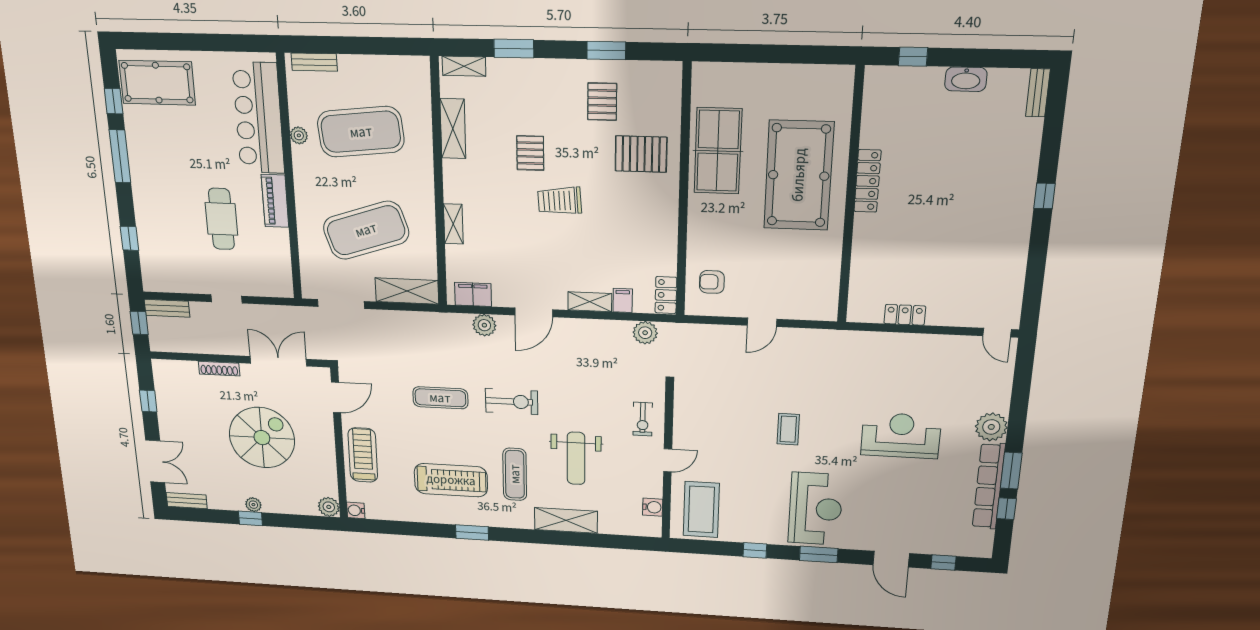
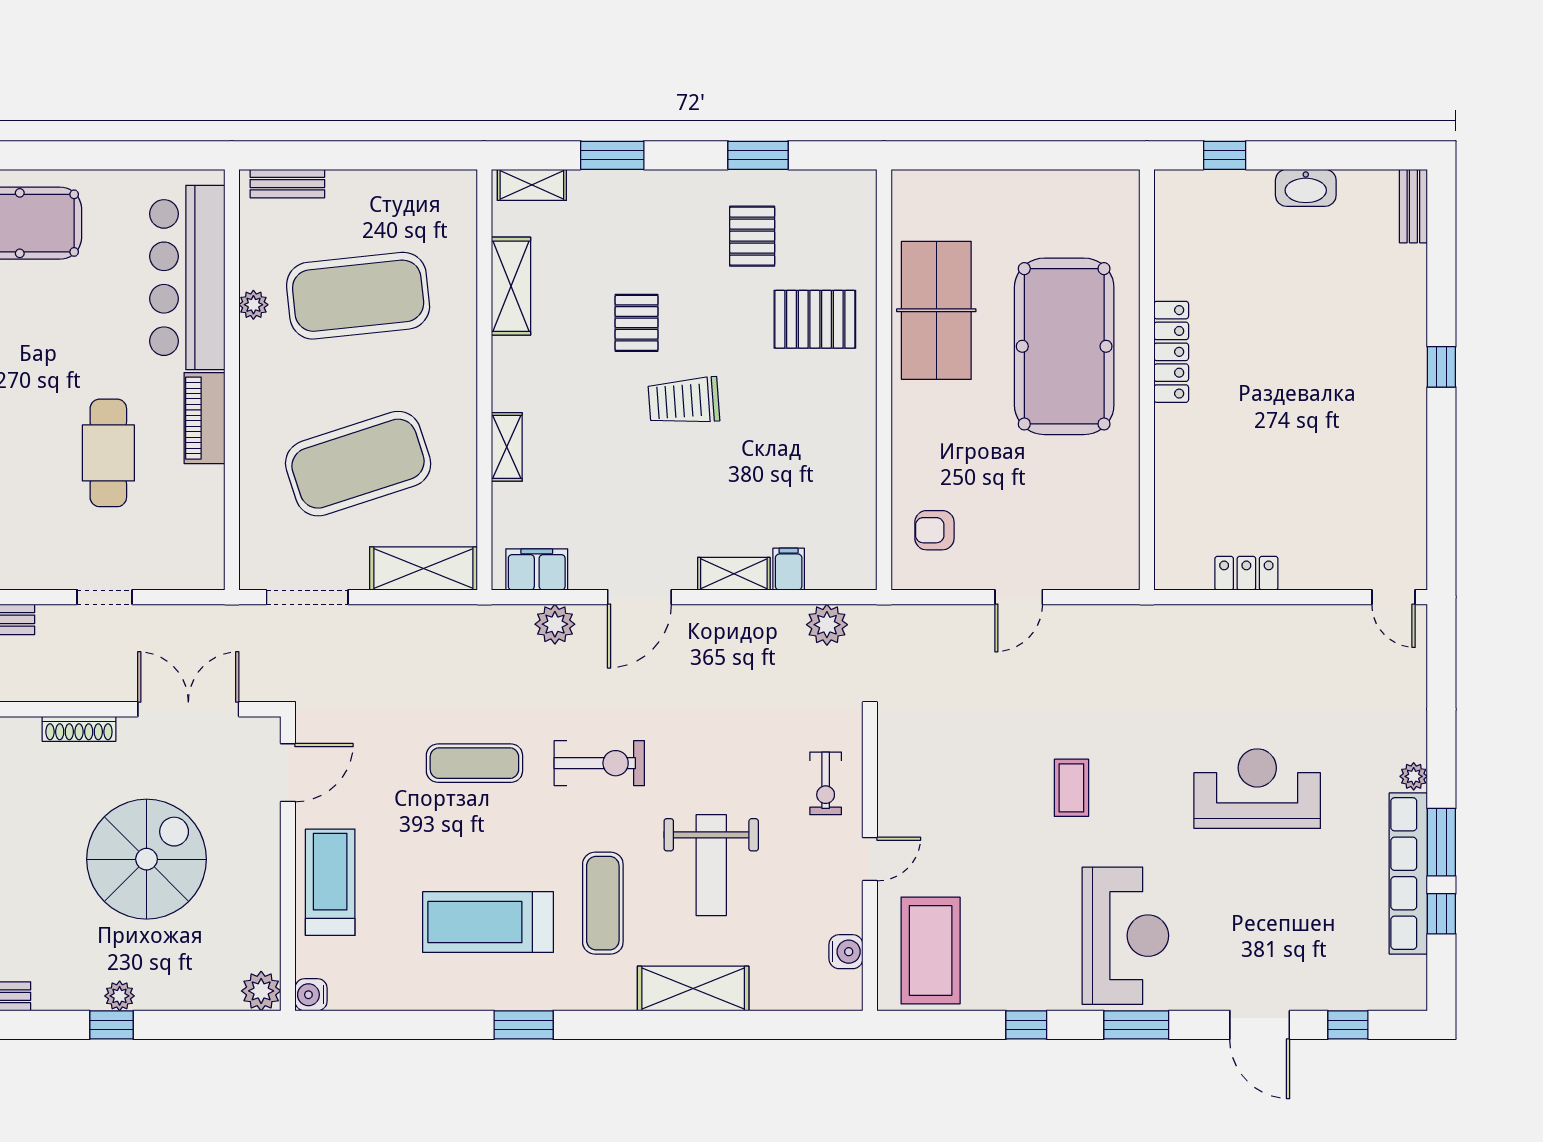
locker: (666, 295) -> (860, 556), removed
plant: (991, 427) -> (1414, 776), width x0.53, depth x0.53
treadmill: (451, 480) -> (488, 922), turned 180

